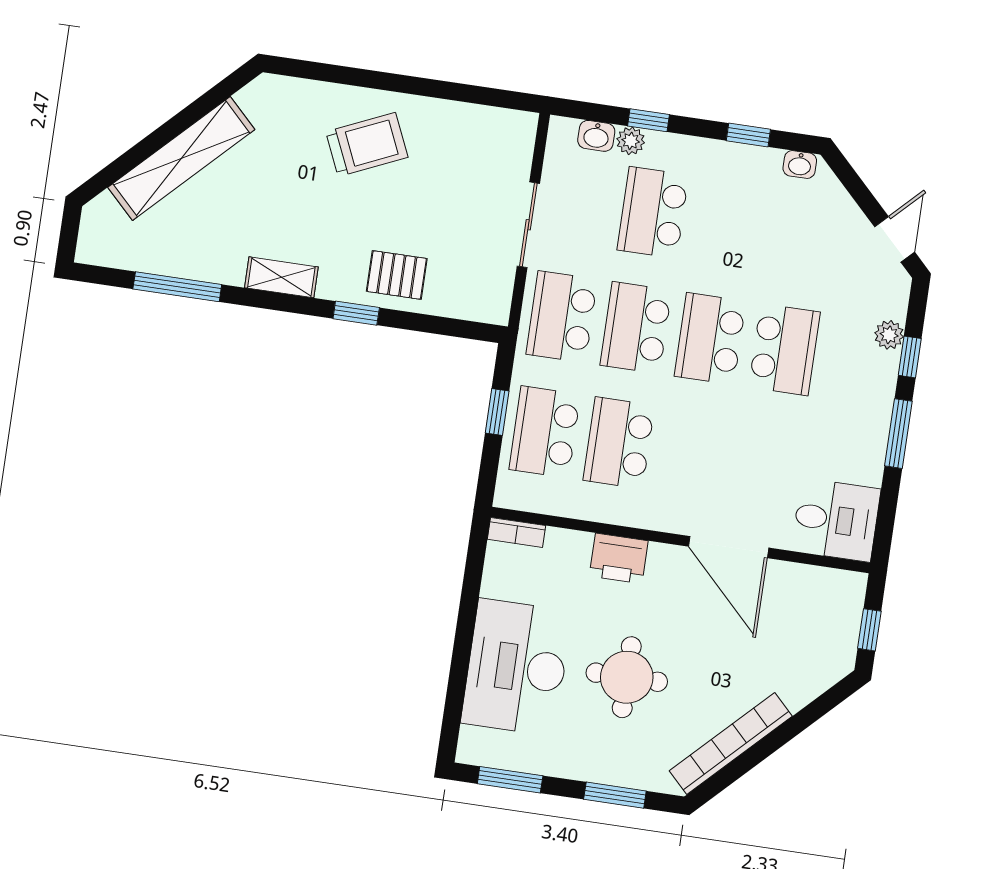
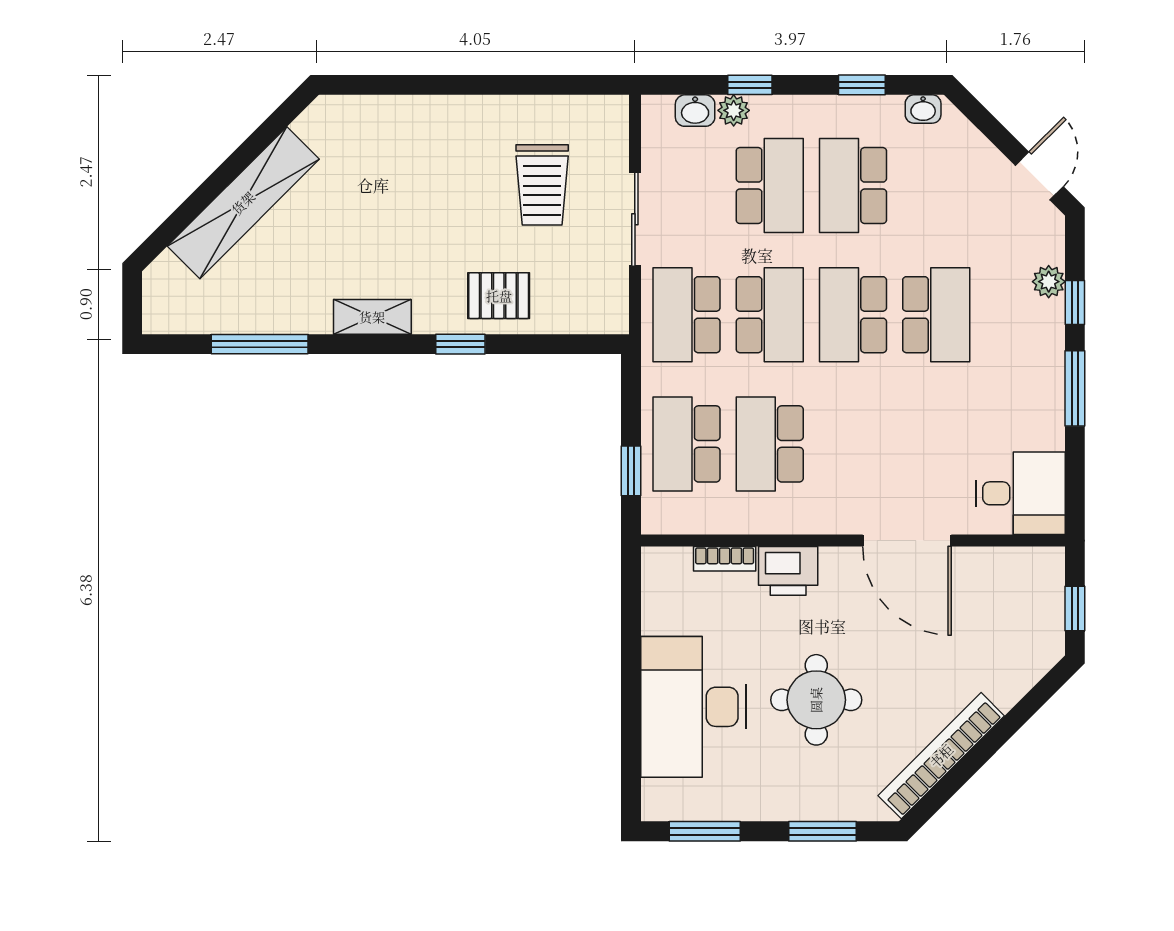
trolley: (367, 144) -> (542, 185), moved, turned 114
school desk: (653, 212) -> (770, 186), turned 180
school desk: (727, 223) -> (853, 186), added
school desk: (636, 328) -> (770, 315), turned 180
window: (497, 412) -> (631, 471), moved
bookcase: (516, 532) -> (725, 559), moved

